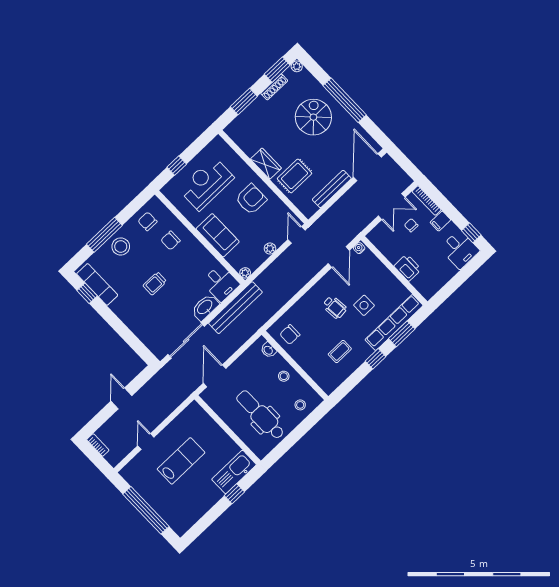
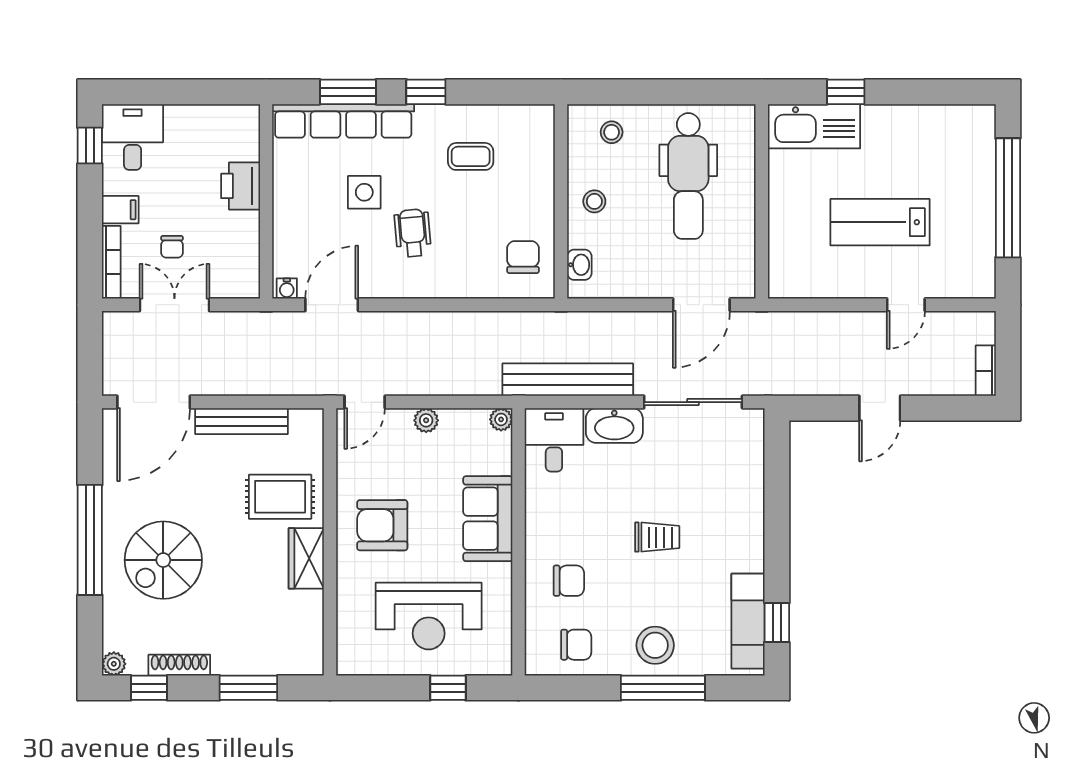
window: (277, 70) -> (149, 688), width x0.67
chair: (147, 221) -> (576, 645), turned -90
chair: (290, 335) -> (523, 257), turned -90

